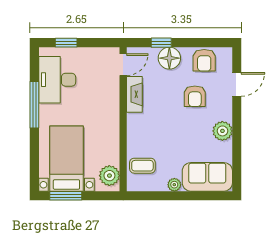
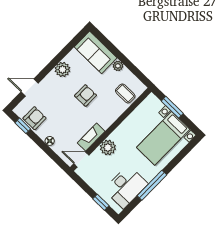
window: (161, 43) -> (23, 126), moved
floor lamp: (169, 58) -> (50, 141), width x0.53, depth x0.53
armchair: (195, 96) -> (85, 96), moved
plant: (109, 176) -> (108, 147), moved
window: (66, 196) -> (172, 107), moved

